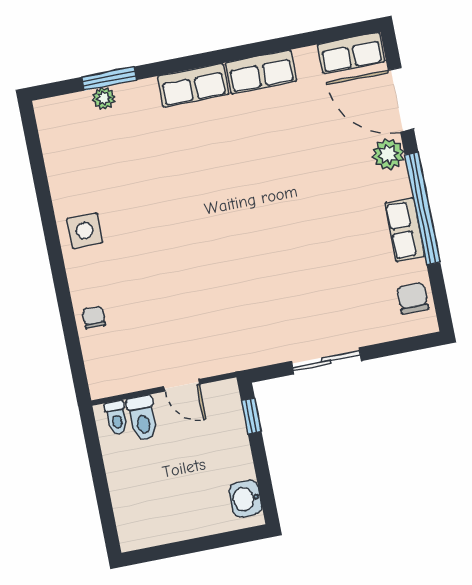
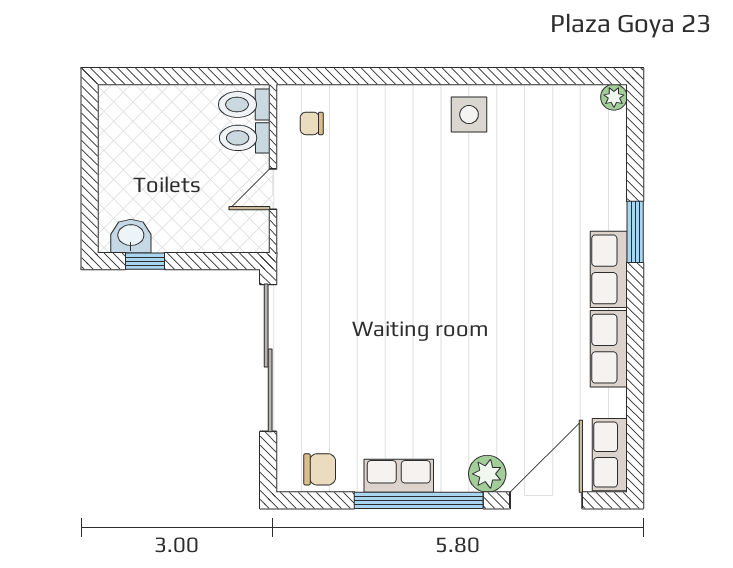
window: (109, 79) -> (635, 232), moved
plant: (104, 98) -> (614, 97), moved
chair: (94, 317) -> (312, 123), moved, turned 180
sliding door: (326, 361) -> (268, 358), width x1.86
window: (251, 416) -> (145, 261), moved
toilet: (116, 417) -> (244, 105), width x1.37, depth x1.39

